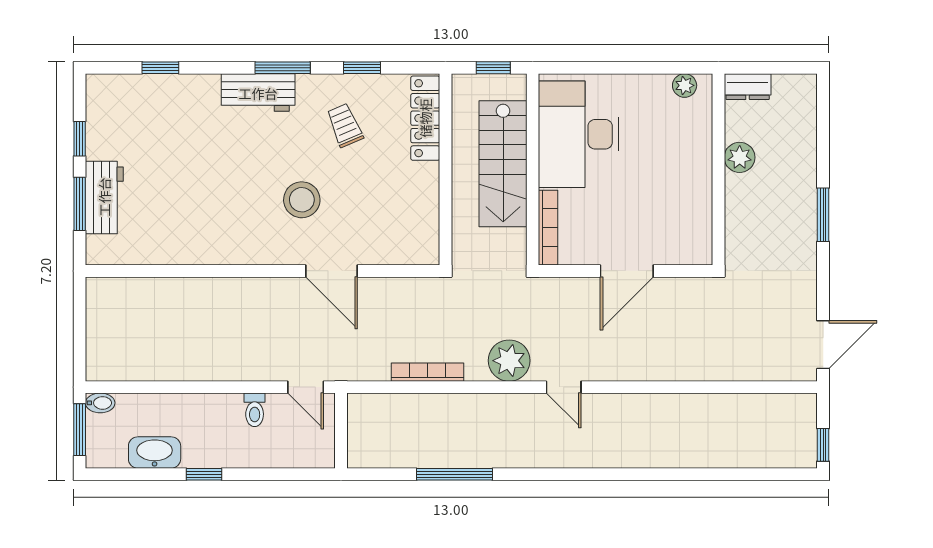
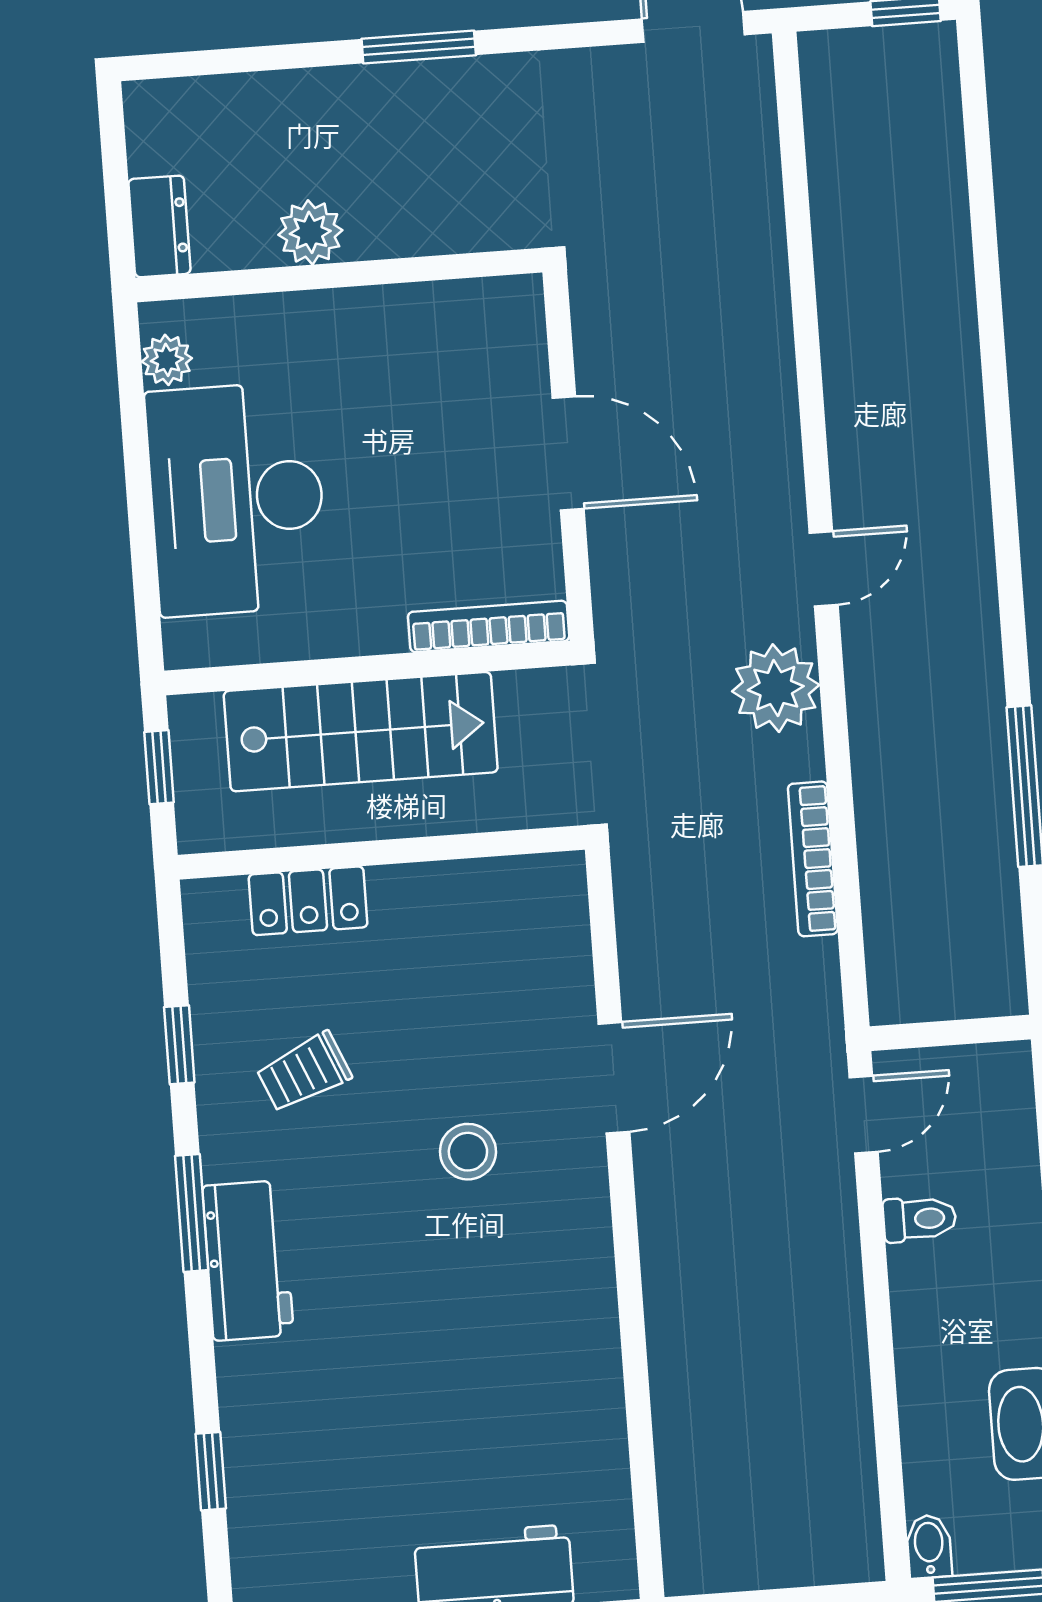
locker: (425, 118) -> (308, 901), width x0.66
desk: (579, 134) -> (237, 499), moved, turned 90
stool: (302, 200) -> (468, 1152), width x0.73, depth x0.73

